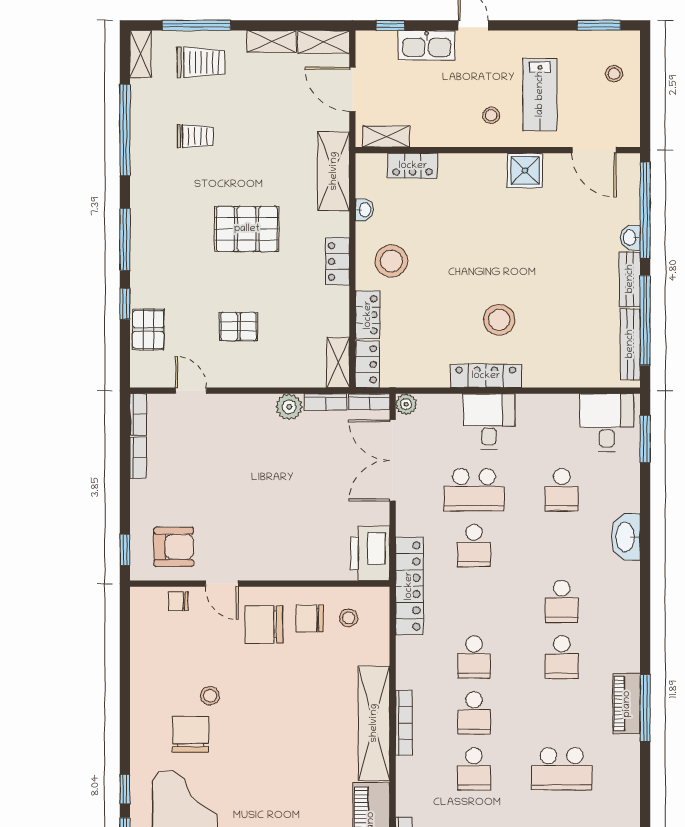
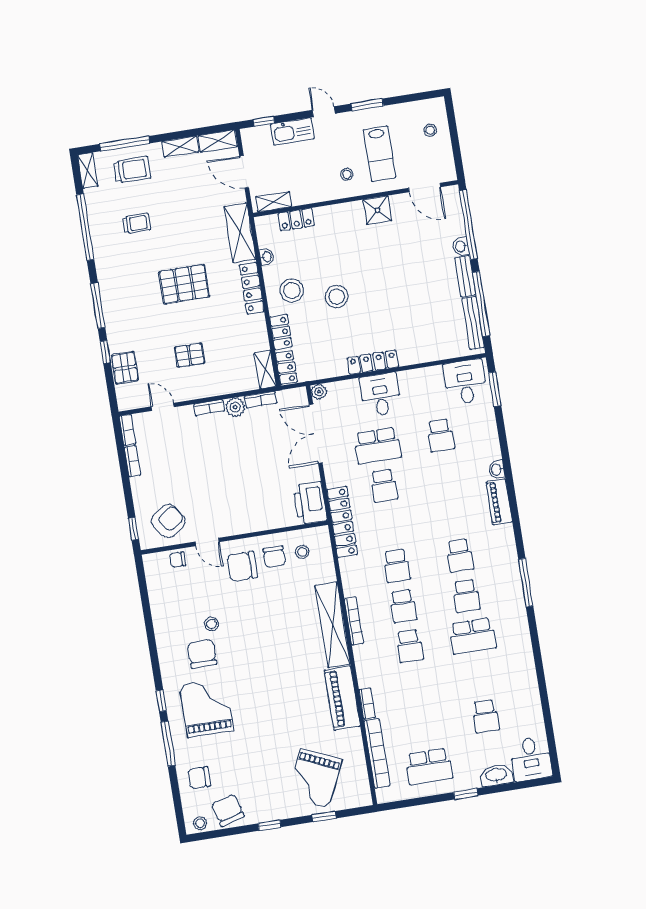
window: (599, 25) -> (367, 105), moved
locker: (338, 261) -> (252, 288), width x1.53
stool: (499, 320) -> (337, 297), moved
bookcase: (369, 402) -> (209, 408), moved
washbasin: (626, 537) -> (497, 469), width x0.52, depth x0.69
armchair: (174, 547) -> (168, 521), turned -35
school desk: (562, 601) -> (466, 596), moved
chair: (310, 618) -> (274, 557), turned -90
piano: (627, 704) -> (499, 502), moved

